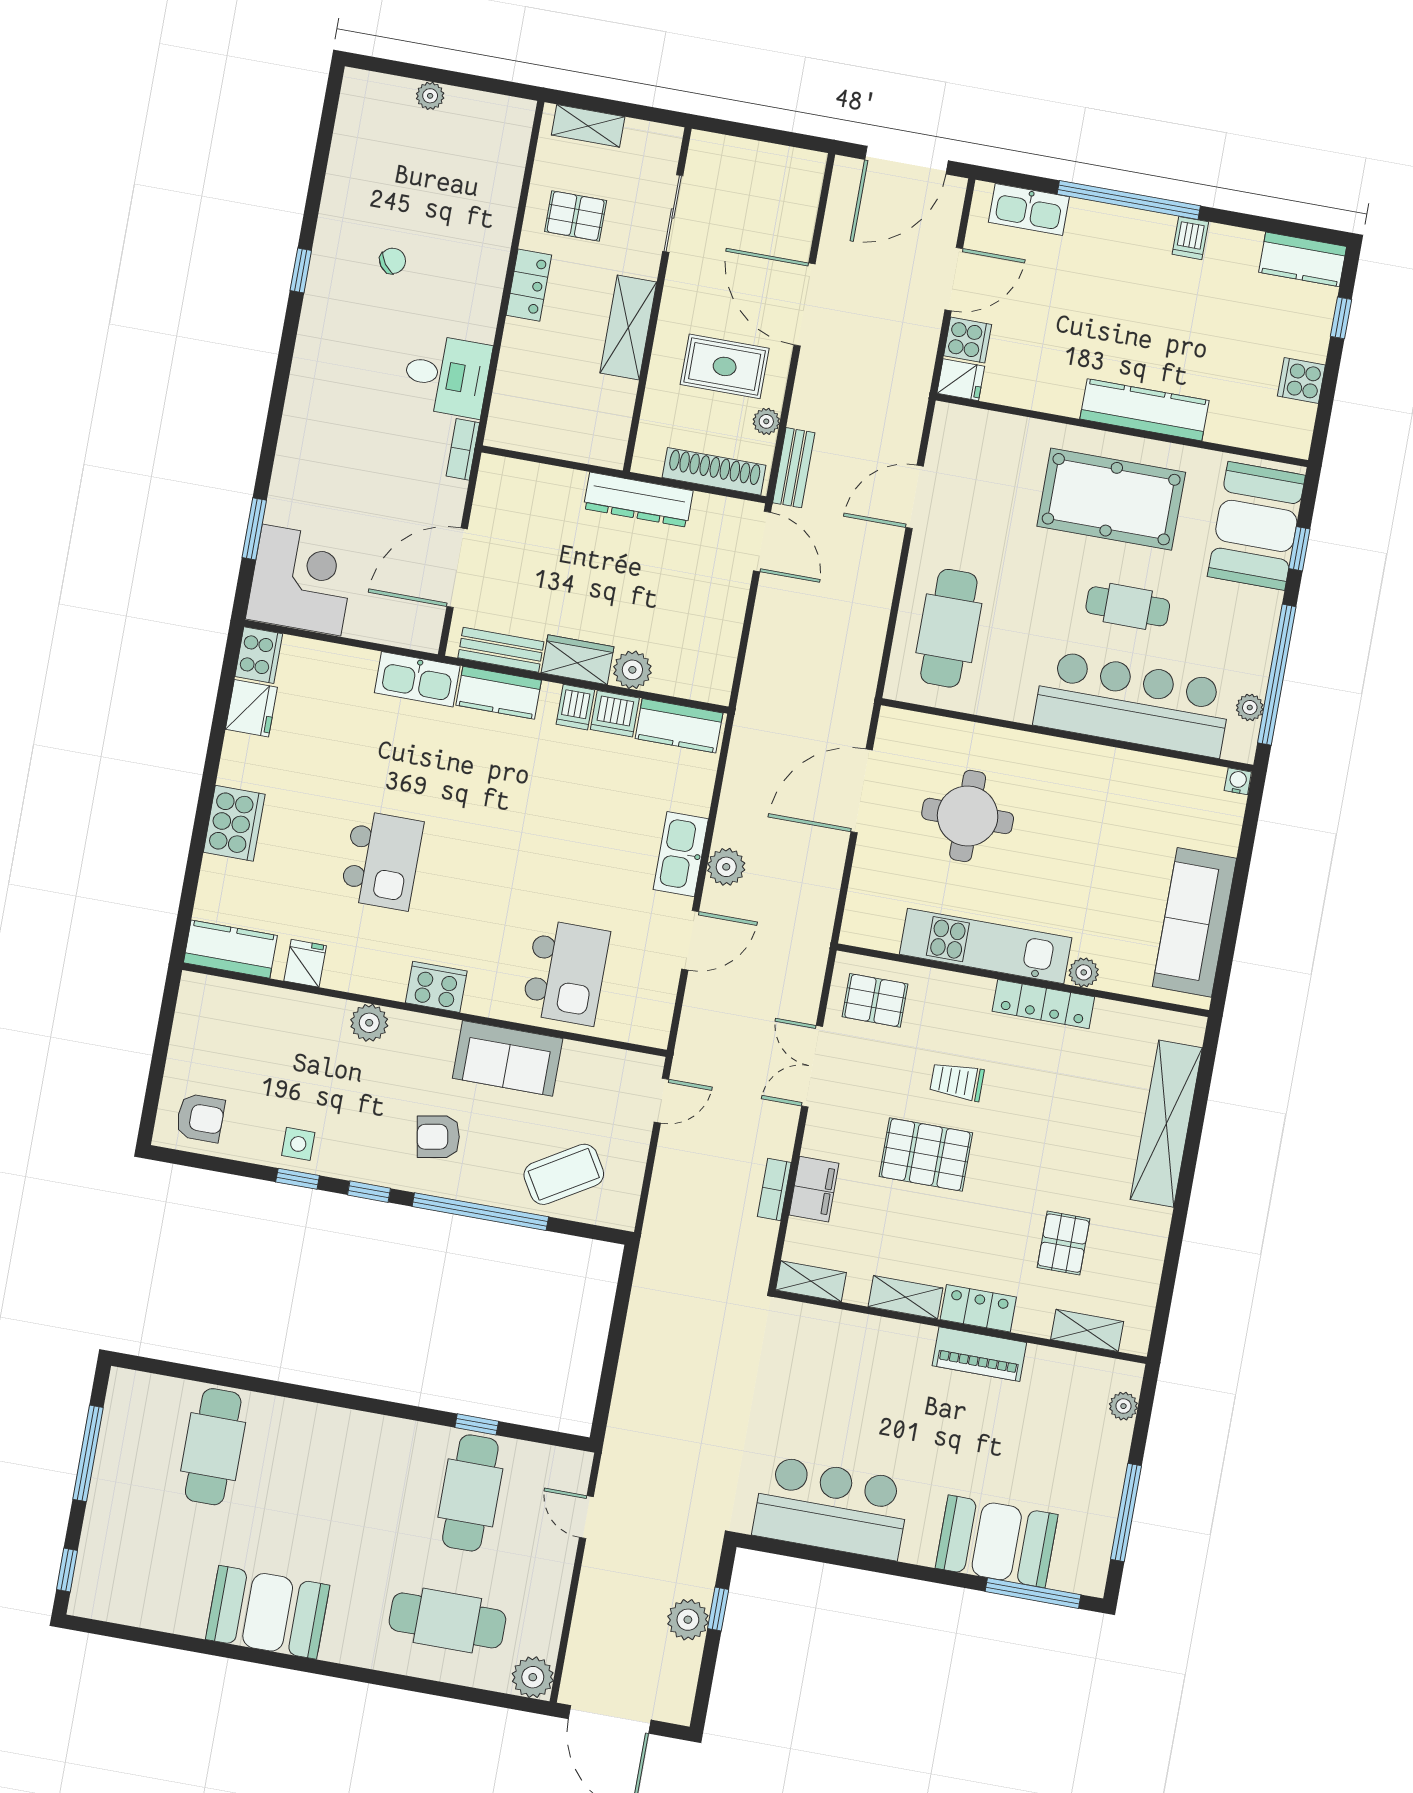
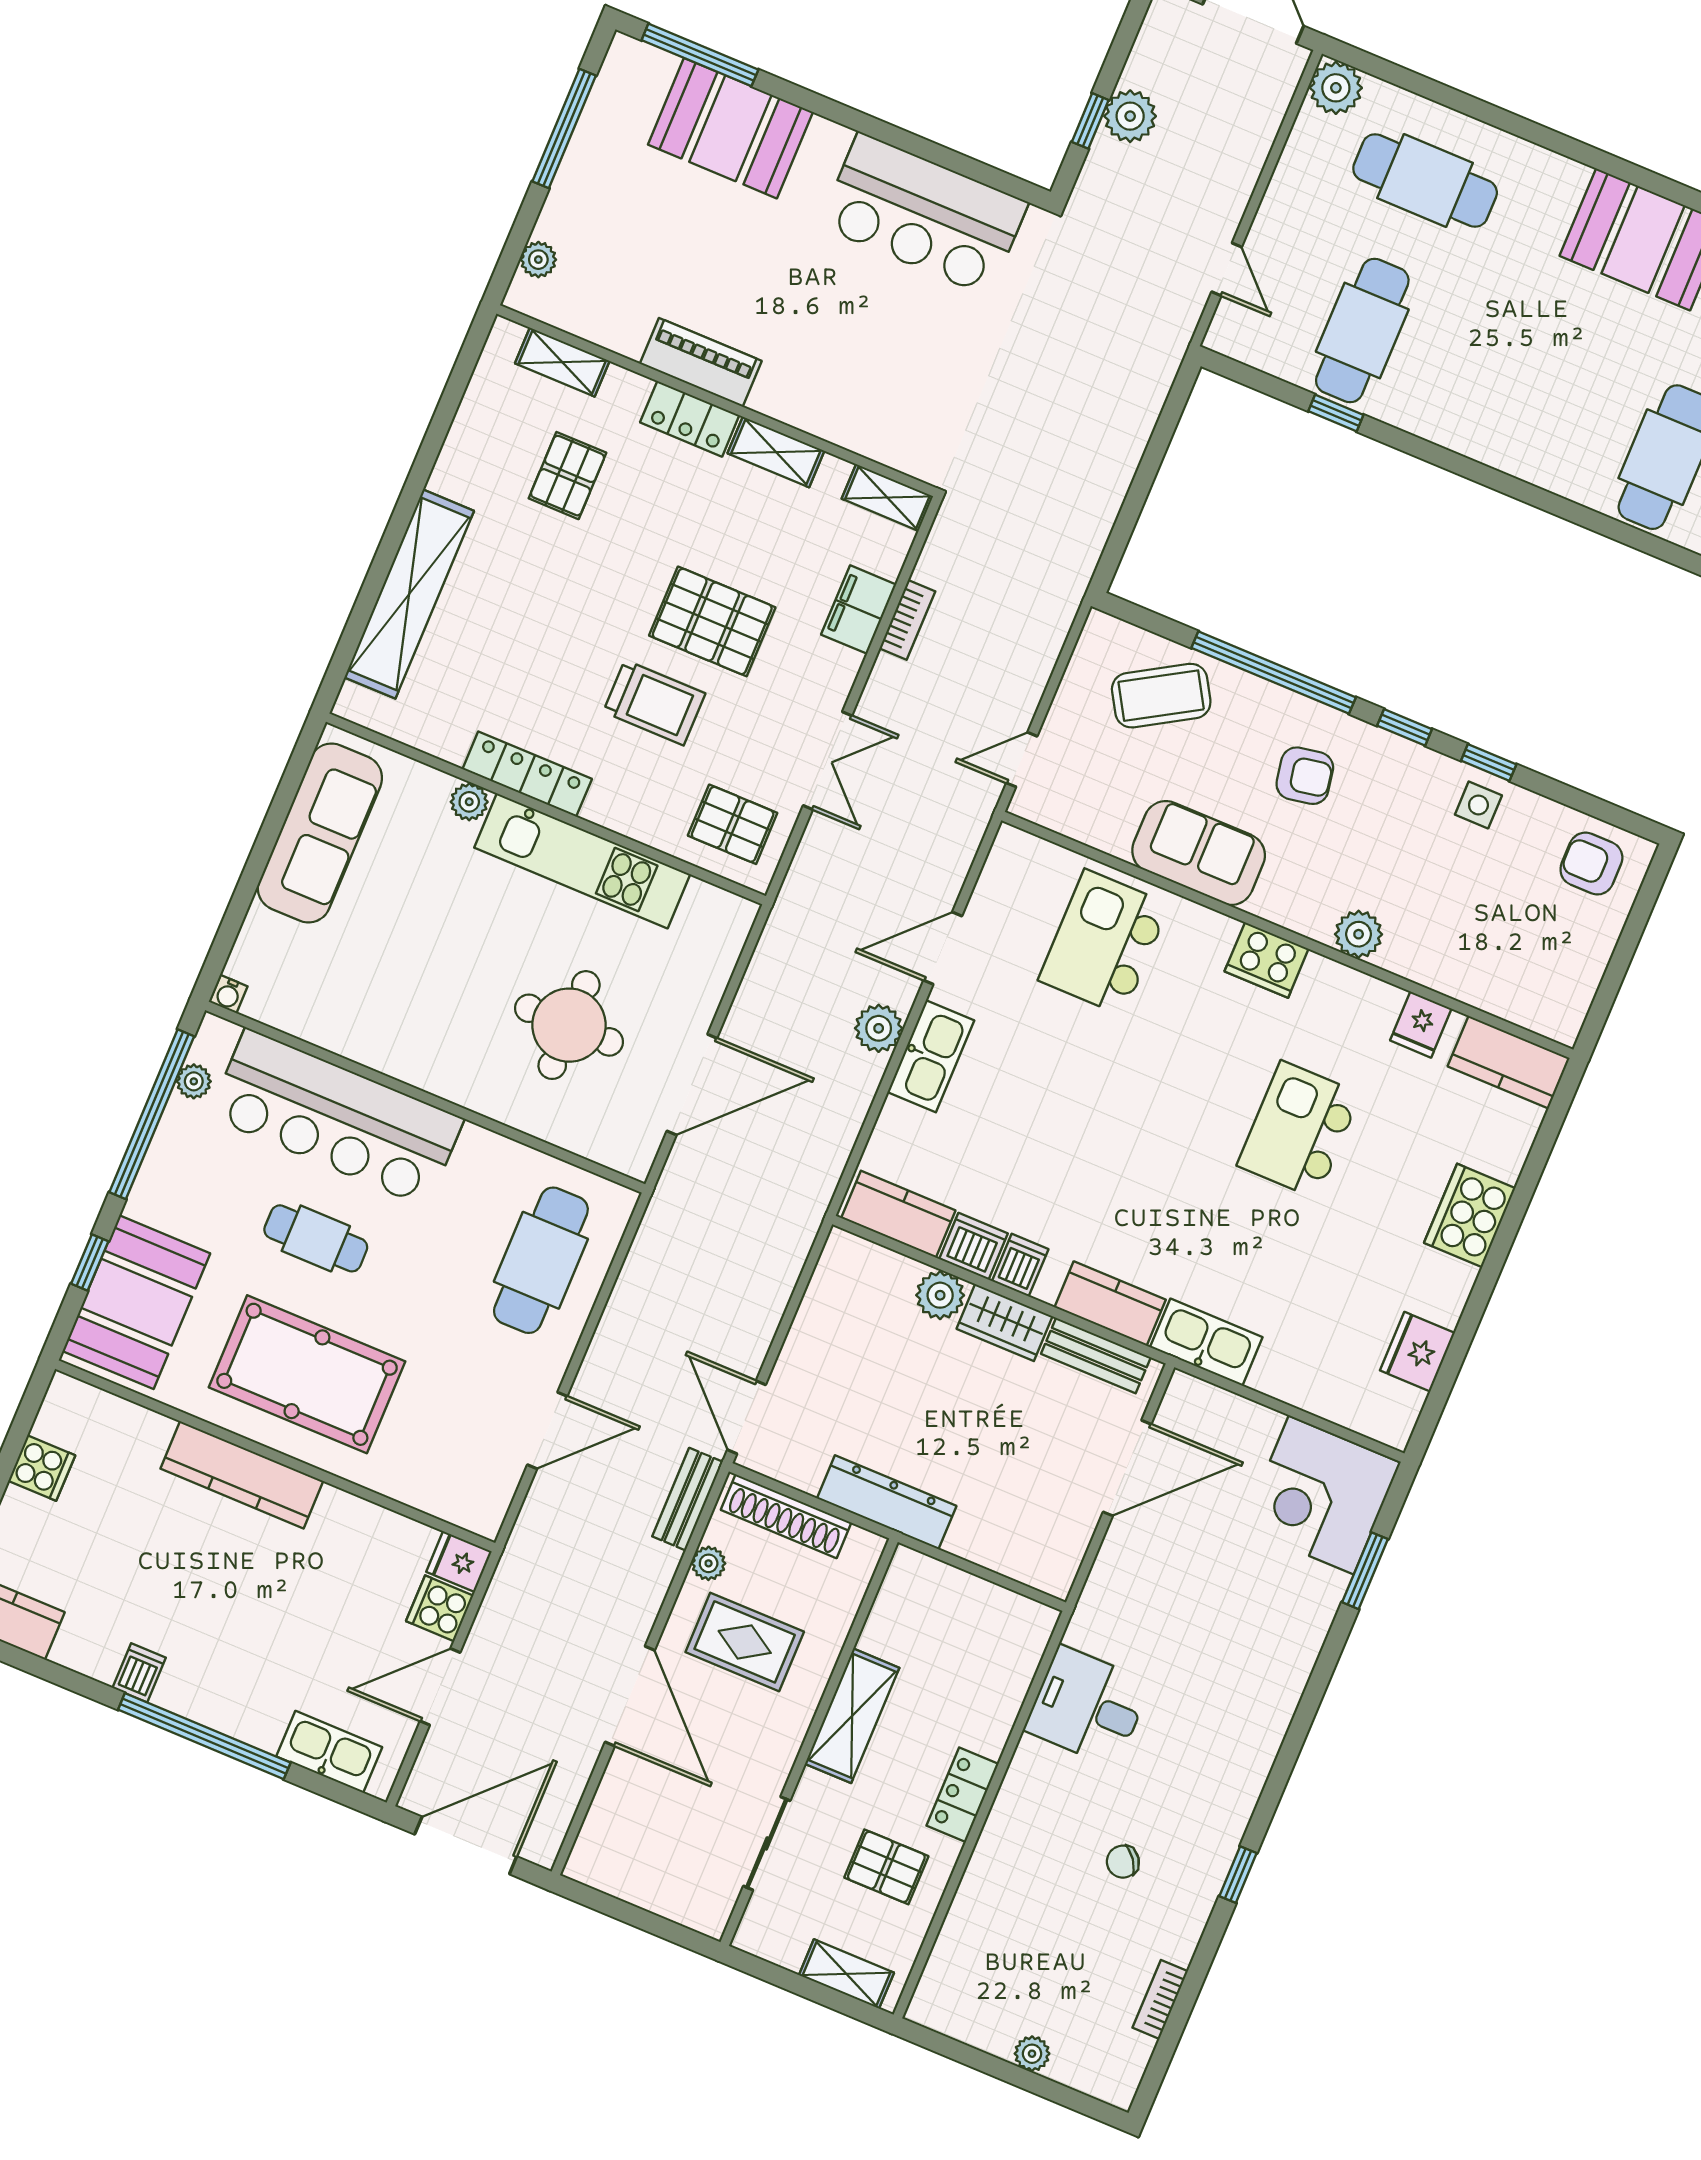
bookcase: (463, 449) -> (1160, 1999), moved, turned 180
cooker: (259, 655) -> (1394, 1415), removed
trolley: (957, 1081) -> (654, 703), width x1.36, depth x1.39

